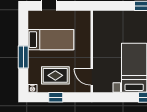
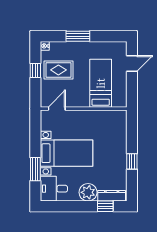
bed: (51, 40) -> (101, 83), moved, turned 180
rug: (55, 75) -> (58, 70), turned 90

